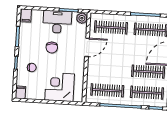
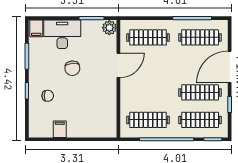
desk: (57, 22) -> (62, 34), moved
corner desk: (60, 87) -> (86, 119), removed
filing cabinet: (20, 92) -> (60, 129), moved

